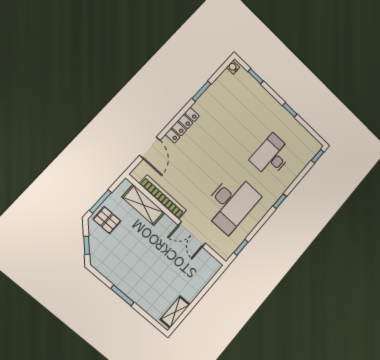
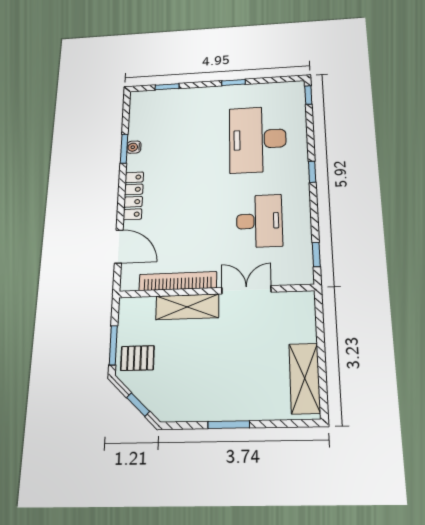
water cooler: (233, 67) -> (134, 147), moved
desk: (271, 156) -> (258, 139), width x1.36, depth x1.30
desk: (231, 203) -> (259, 221), width x0.73, depth x0.77
shelving: (143, 205) -> (187, 307), moved
double door: (192, 234) -> (246, 290), swing flipped
shelving: (175, 312) -> (305, 378), width x1.50, depth x1.33

